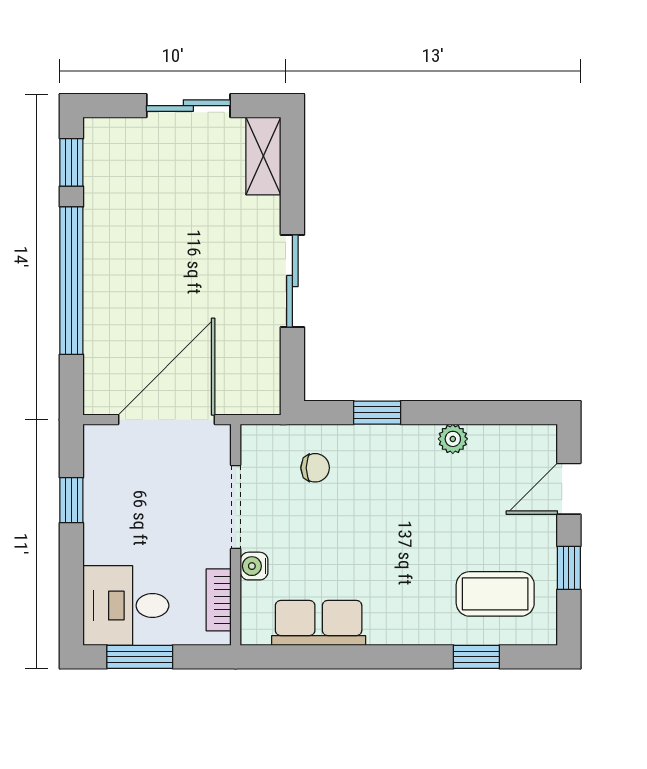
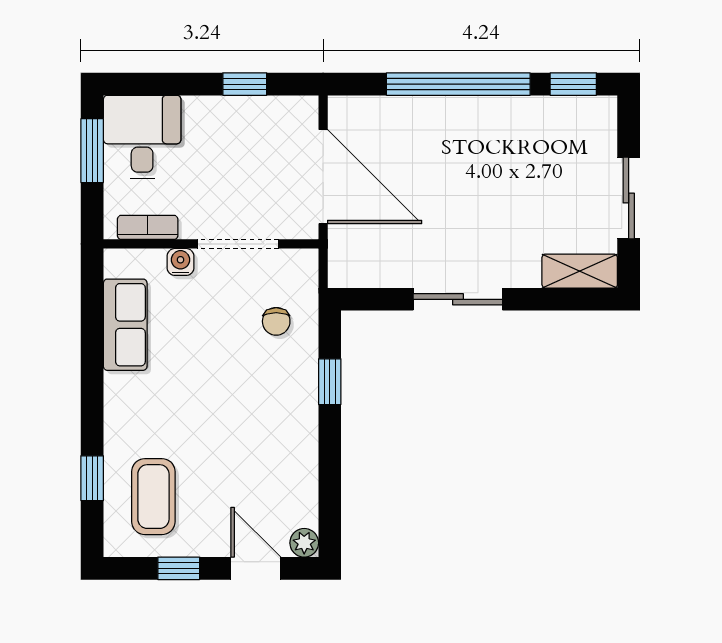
plant: (453, 439) -> (304, 543), moved

